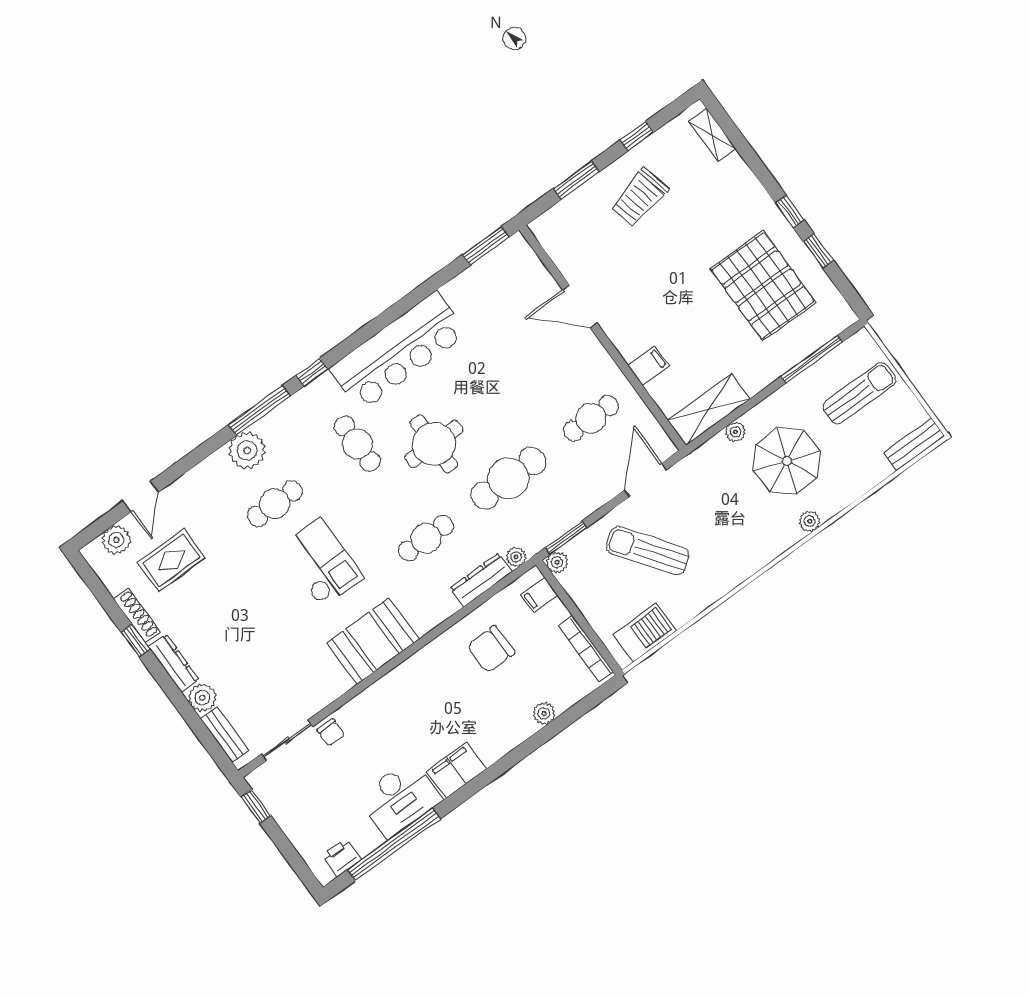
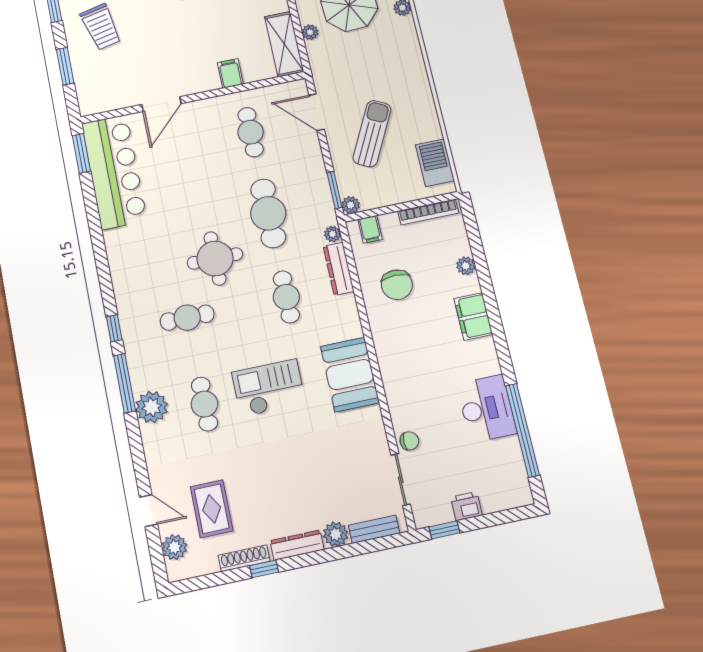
bar counter: (398, 351) -> (114, 172), moved
sun lounger: (648, 551) -> (372, 134), turned 153
filing cabinet: (456, 770) -> (473, 316), moved
printer: (342, 857) -> (466, 506), moved, turned 90

